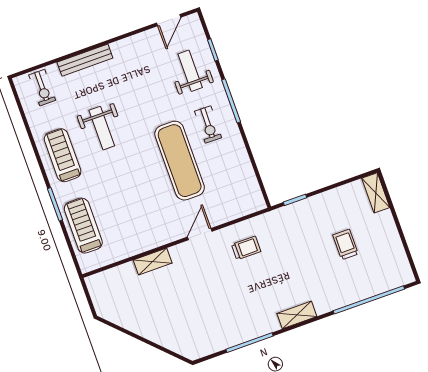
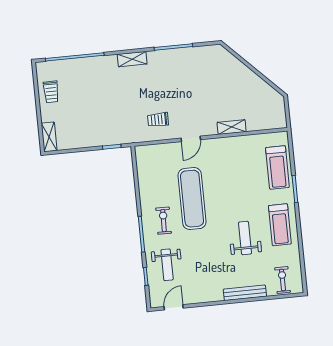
trolley: (346, 244) -> (51, 92), moved

